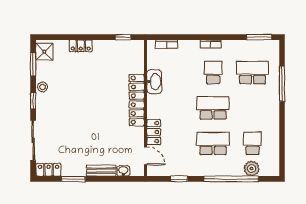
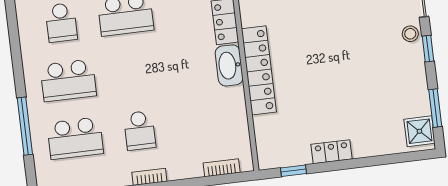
locker: (81, 46) -> (332, 152), moved
washbasin: (154, 82) -> (229, 65), moved
stool: (43, 87) -> (410, 34), moved
school desk: (213, 108) -> (68, 80), moved

